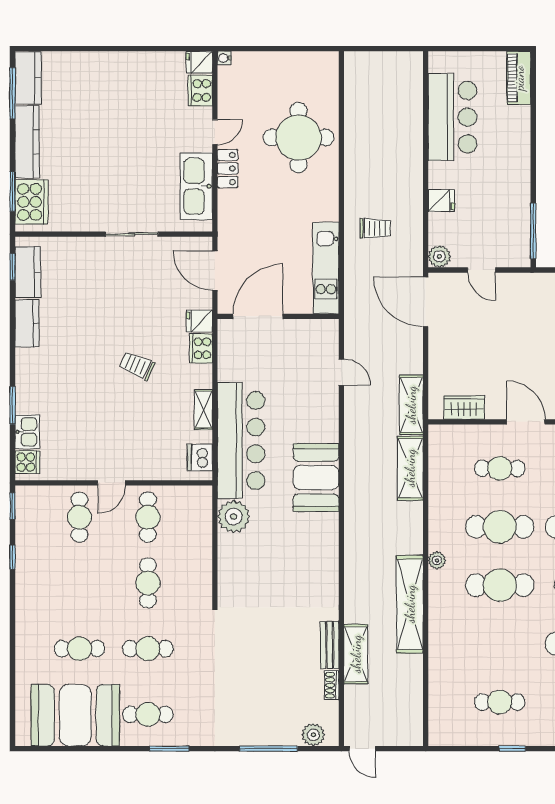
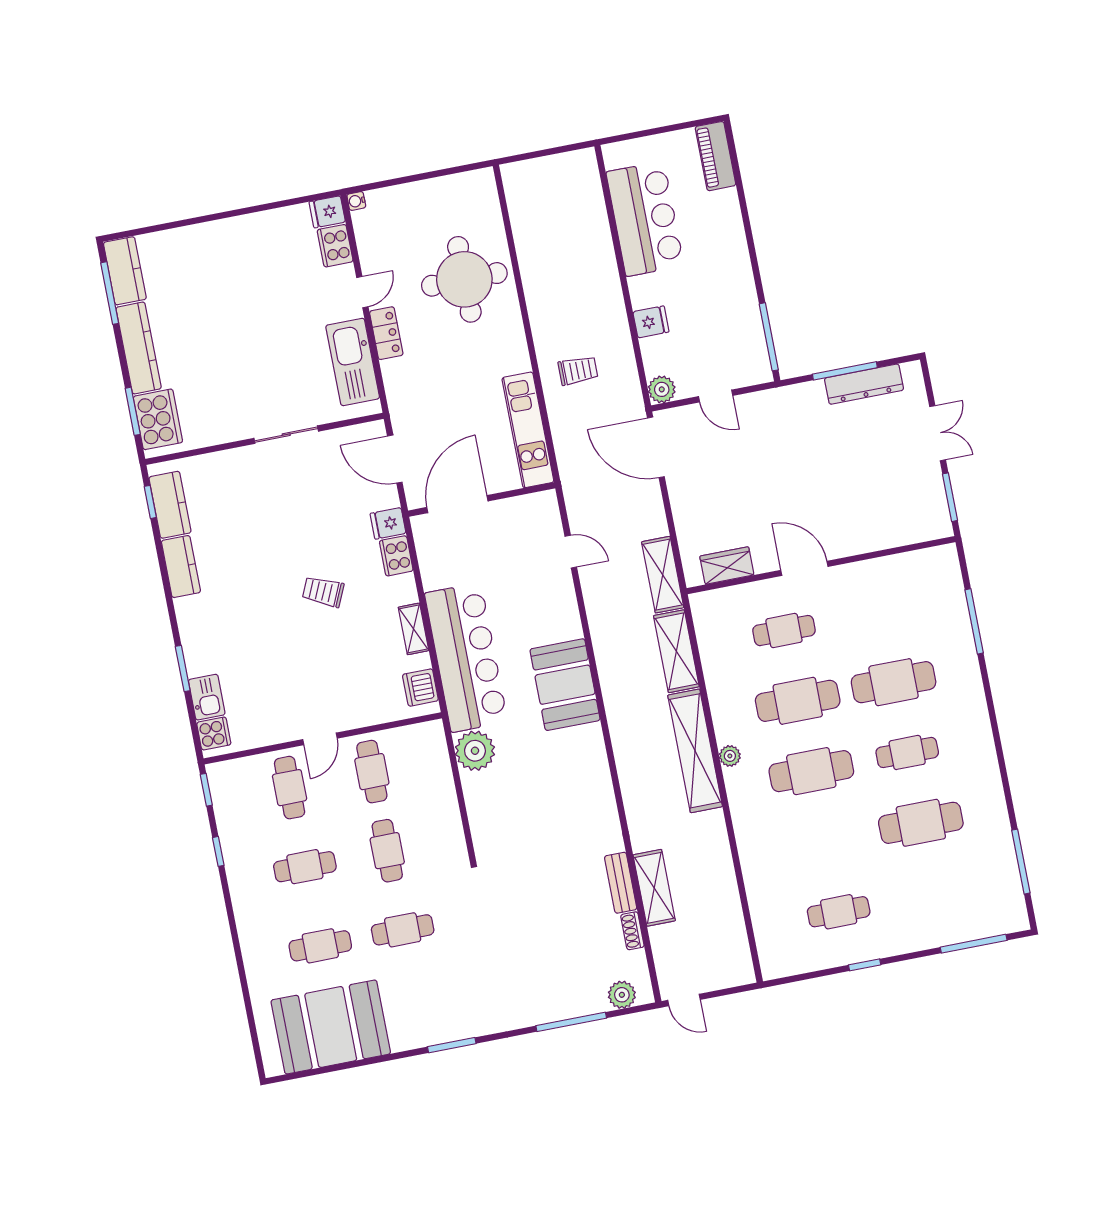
shelving: (410, 604) -> (695, 751), moved
cafe table: (148, 714) -> (305, 867), moved

